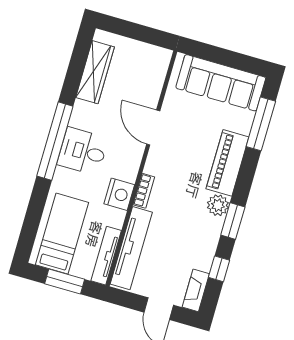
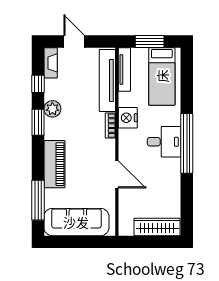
wardrobe: (95, 72) -> (157, 227), moved, turned 90
plant: (218, 205) -> (52, 109), moved

